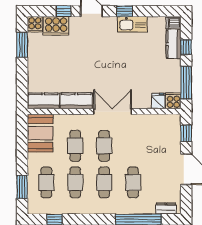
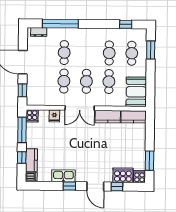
fridge: (158, 101) -> (54, 116), moved
cafe table: (104, 182) -> (64, 81), moved

